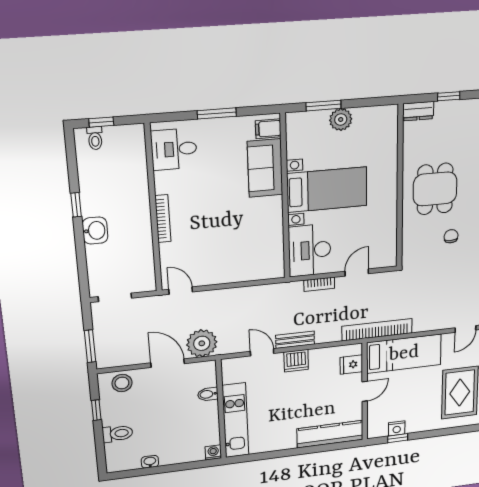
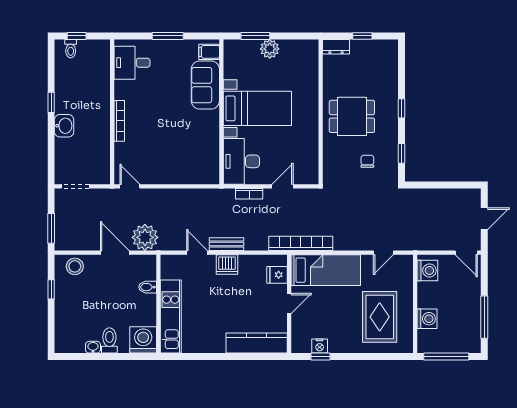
dining table: (435, 189) -> (352, 116), turned 90
toilet: (117, 434) -> (109, 340), moved, turned -90
washing machine: (213, 452) -> (143, 340), width x1.89, depth x1.89

